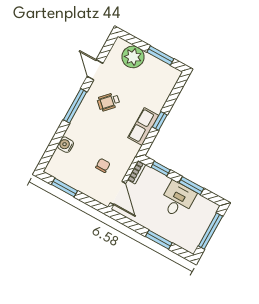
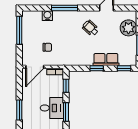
window: (178, 89) -> (124, 68), added
window: (75, 106) -> (65, 8), moved
row of seats: (143, 127) -> (106, 60), moved
window: (65, 188) -> (19, 30), width x1.44

